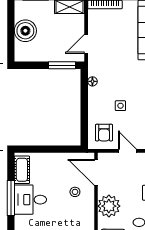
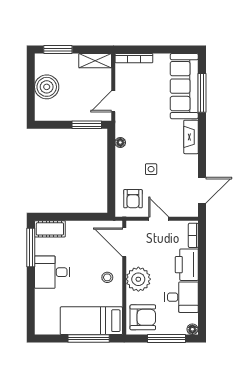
cot: (22, 170) -> (50, 229), moved, turned 90
stool: (75, 192) -> (107, 277), moved
window: (11, 198) -> (31, 248), moved

